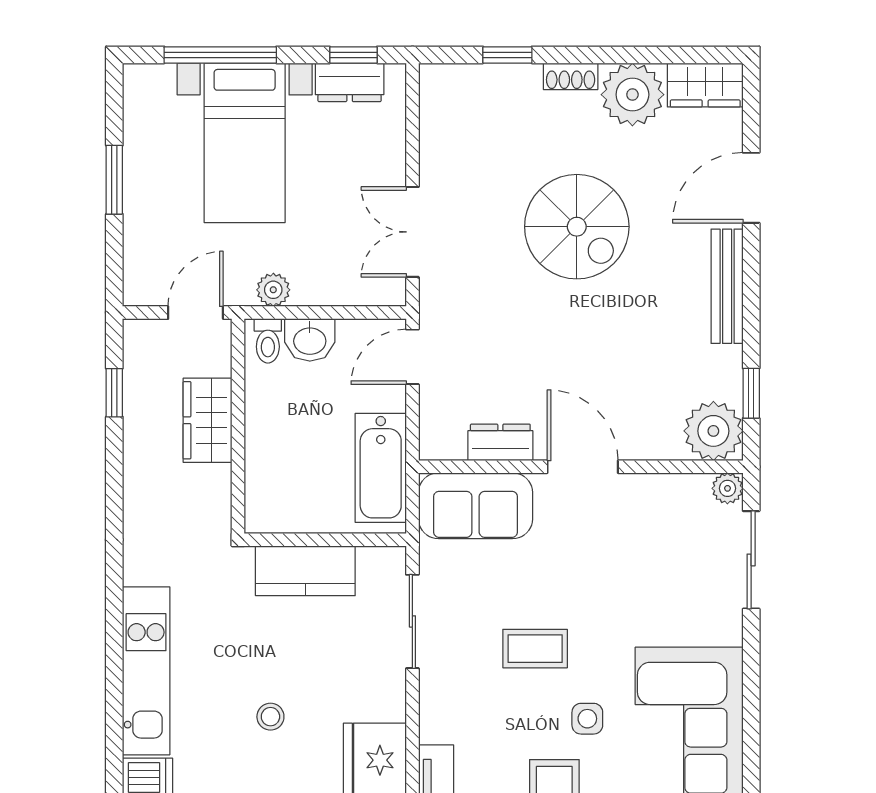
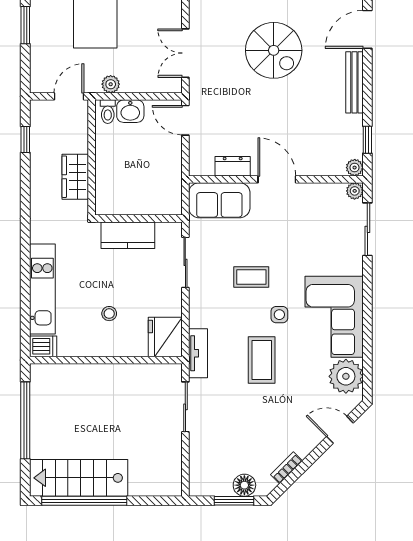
door: (412, 357) -> (185, 120), hinge flipped
wardrobe: (208, 420) -> (75, 177), moved
plant: (713, 431) -> (355, 168), width x0.53, depth x0.53
bathtub: (381, 468) -> (168, 180), removed

